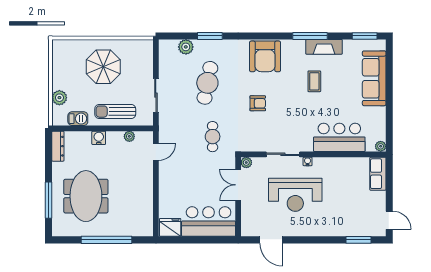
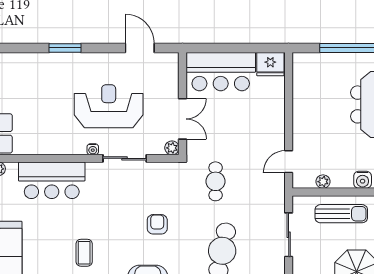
armchair: (258, 103) -> (157, 224), turned 90
window: (359, 240) -> (65, 48), moved

